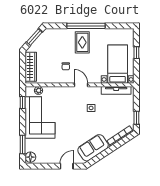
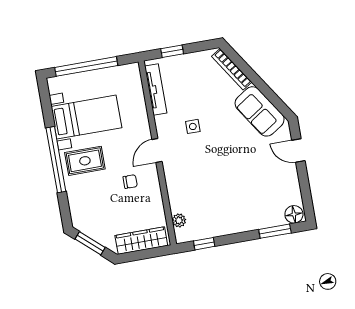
window: (136, 53) -> (86, 66), width x3.17
bed with nightstands: (118, 64) -> (86, 117), moved, turned 180
corner sofa: (40, 117) -> (224, 210), removed
window: (136, 118) -> (172, 51), moved

